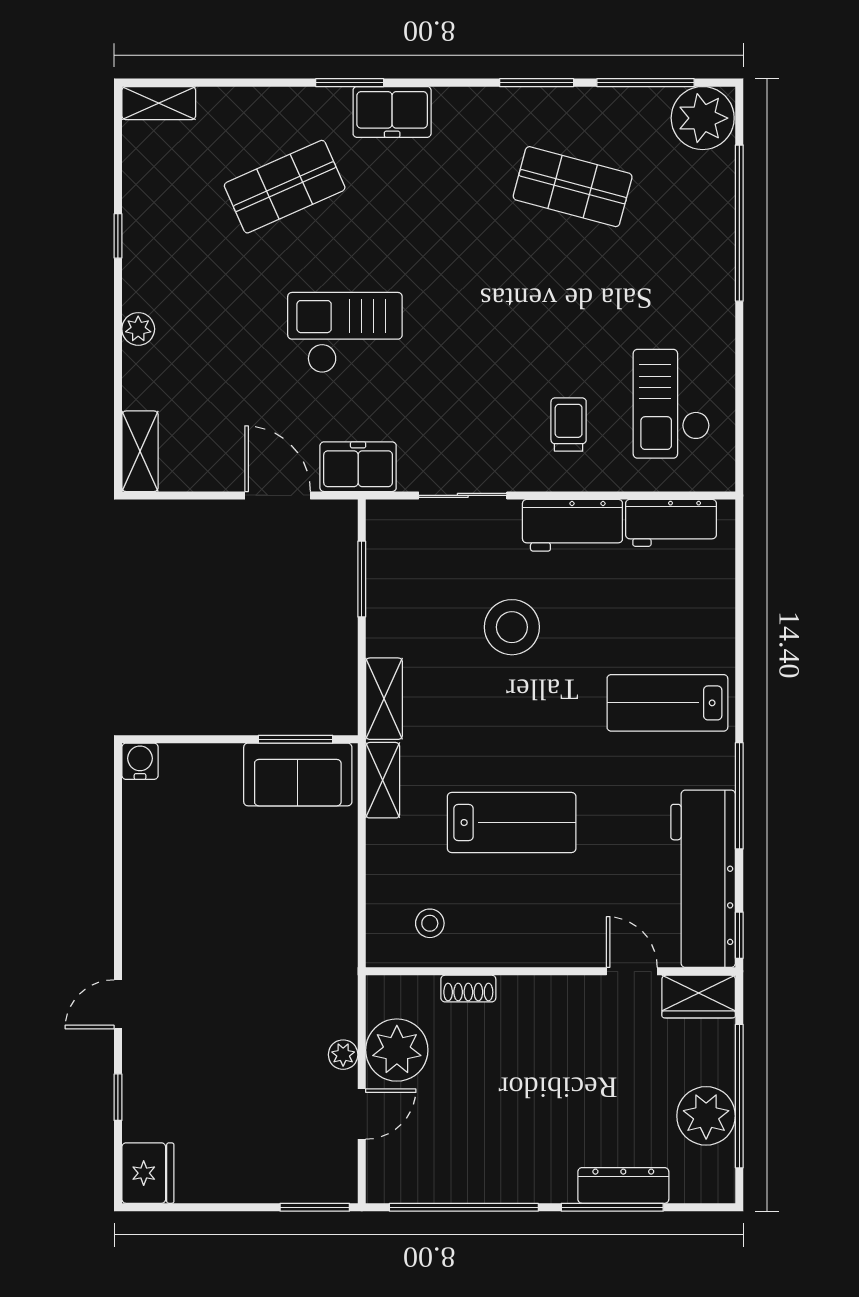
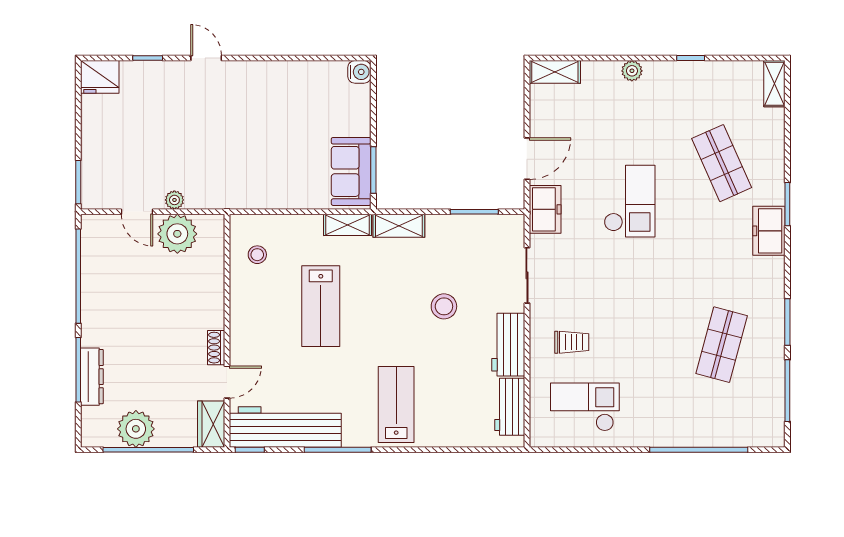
plant: (703, 118) -> (765, 427), removed
stool: (512, 627) -> (444, 306), width x0.73, depth x0.73
shoe rack: (468, 989) -> (216, 348), moved

